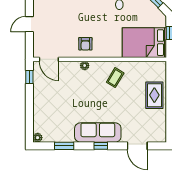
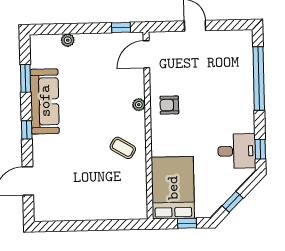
rug: (154, 95) -> (99, 203), removed
sofa: (98, 133) -> (45, 101), moved
plant: (38, 138) -> (68, 40), moved

